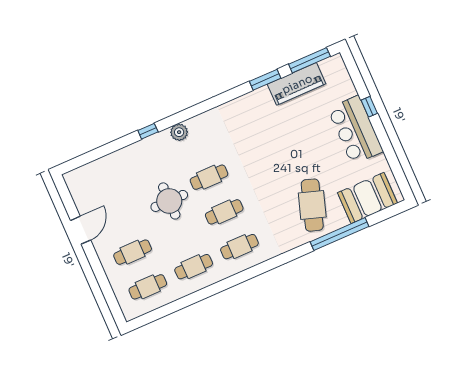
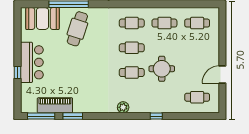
plant: (179, 132) -> (123, 107), moved
cafe table: (133, 252) -> (197, 97), moved

